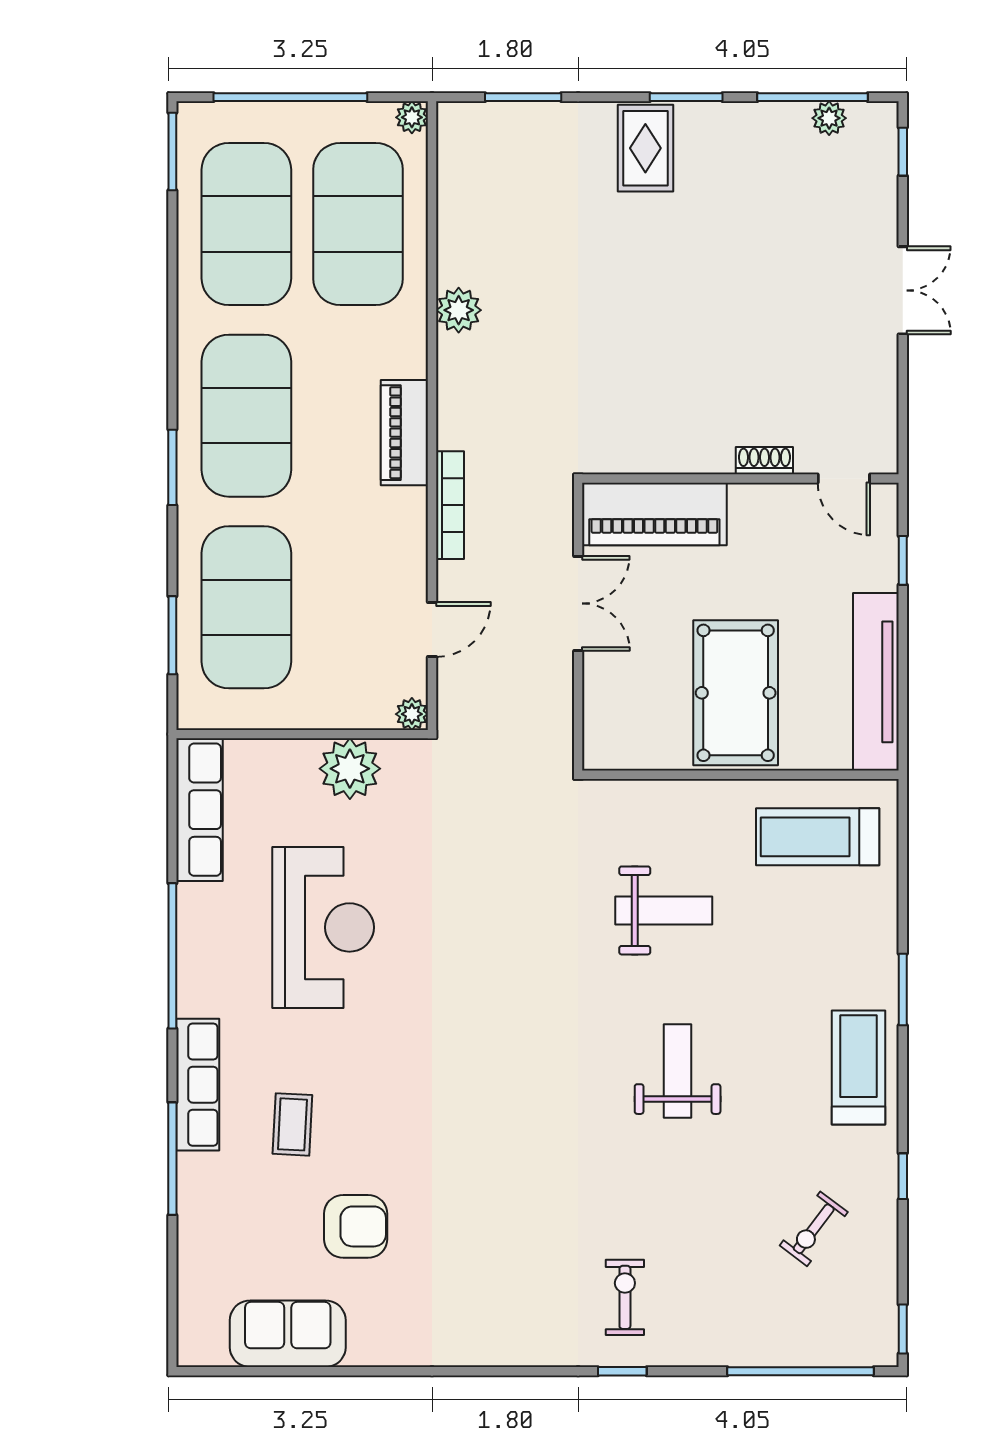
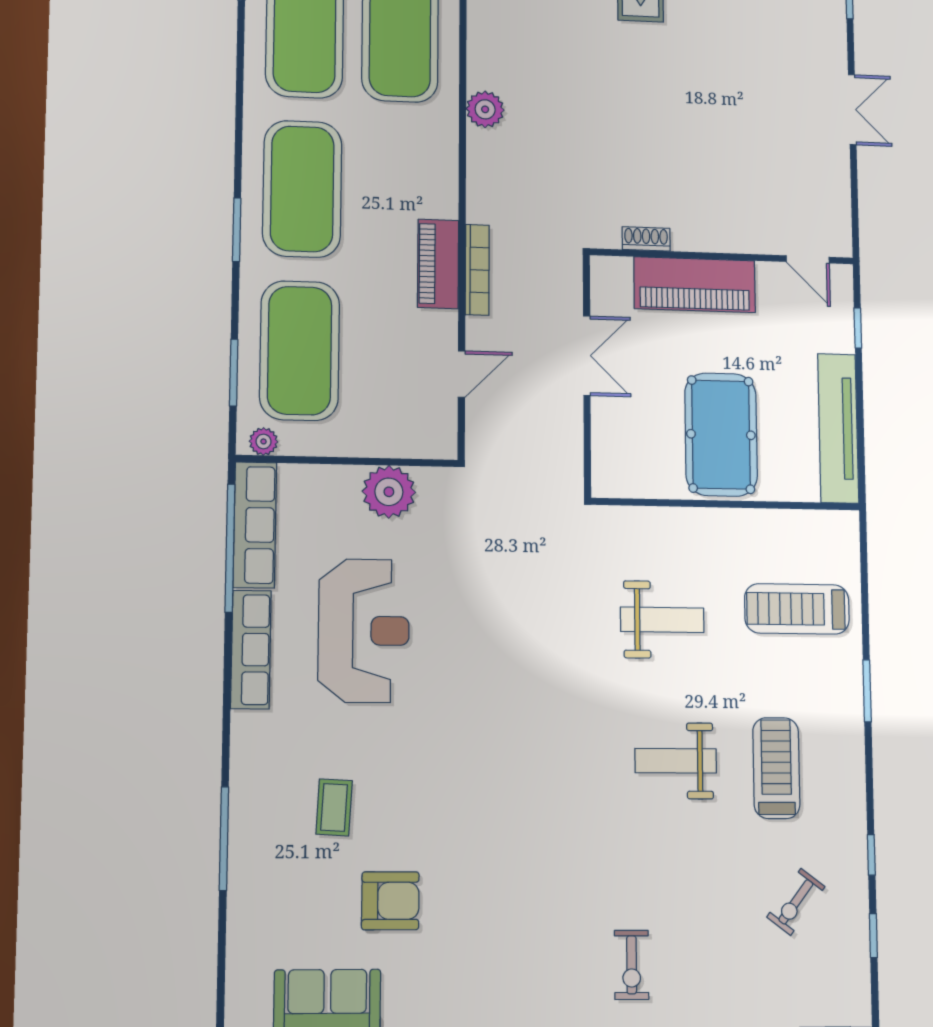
piano: (404, 433) -> (438, 264), moved
shoe rack: (764, 461) -> (646, 239), moved
piano: (654, 514) -> (695, 285), moved
plant: (412, 714) -> (263, 441), moved
treadmill: (818, 837) -> (797, 609), moved
window: (172, 956) -> (230, 548), moved
treadmill: (858, 1068) -> (776, 768), moved
weight bench: (678, 1071) -> (676, 761), turned -90
row of seats: (198, 1085) -> (251, 650), moved
exercise bike: (625, 1297) -> (632, 965), turned 180
window: (903, 1329) -> (873, 935), moved

